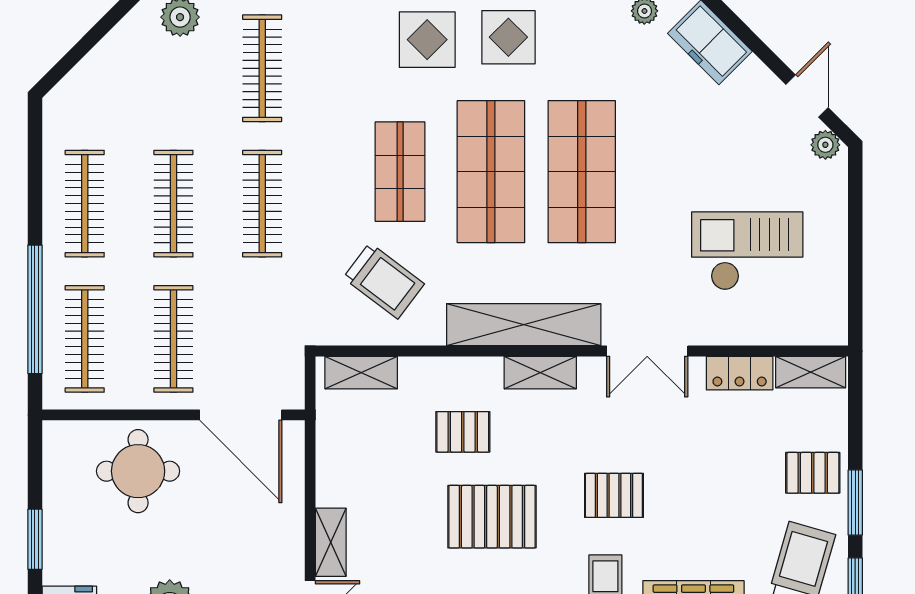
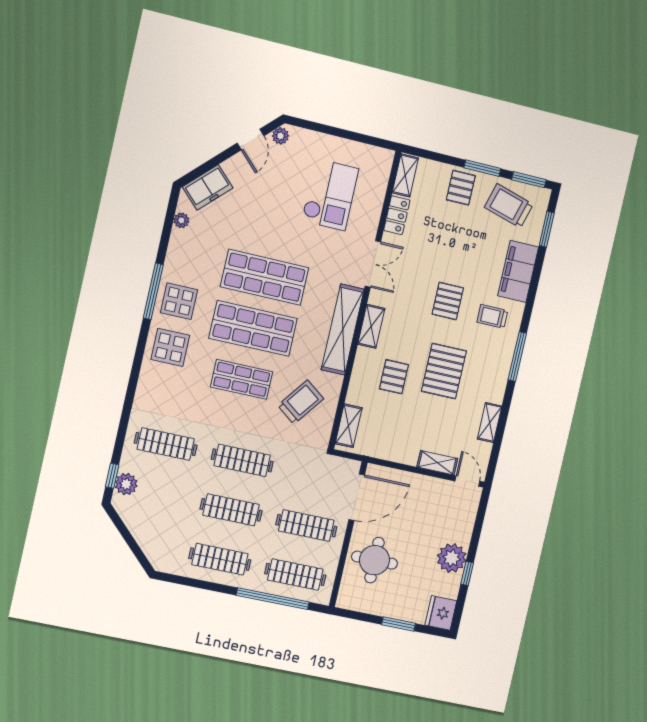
door: (807, 96) -> (251, 139), swing flipped
checkout: (747, 251) -> (330, 195), turned 180

